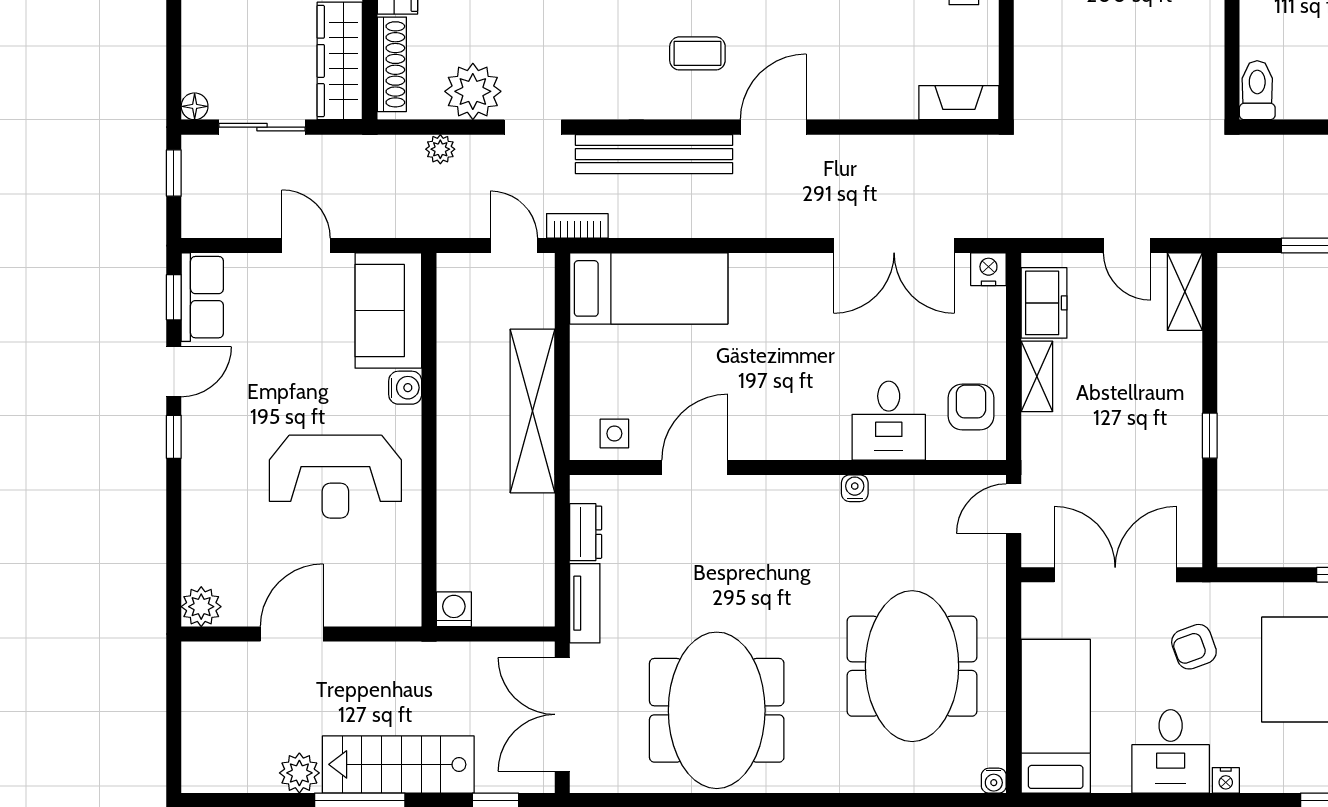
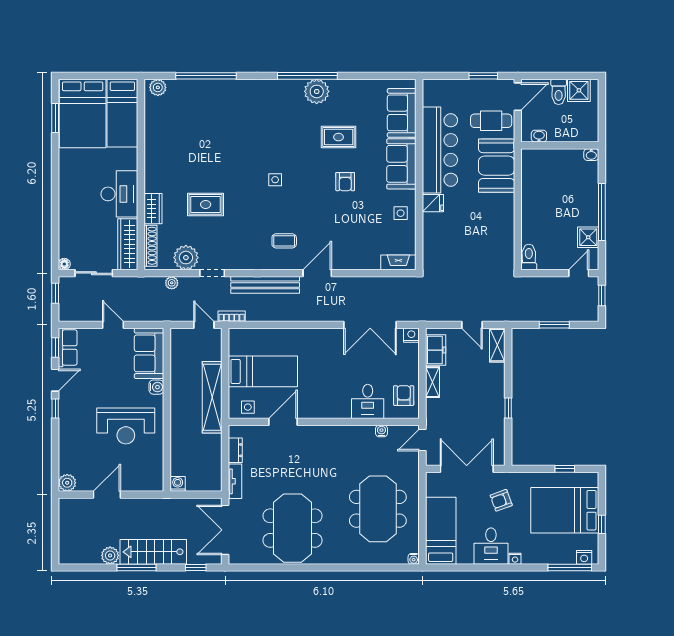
bed: (649, 288) -> (263, 371), moved
water cooler: (855, 488) -> (381, 431), moved

